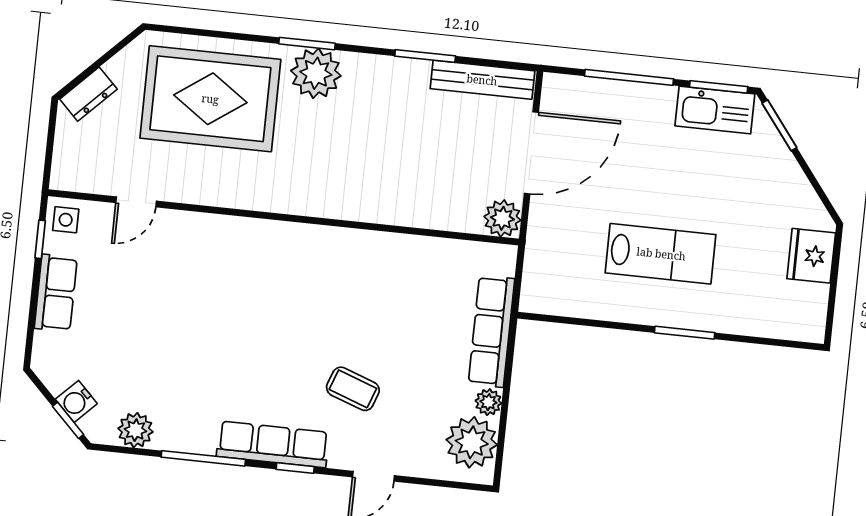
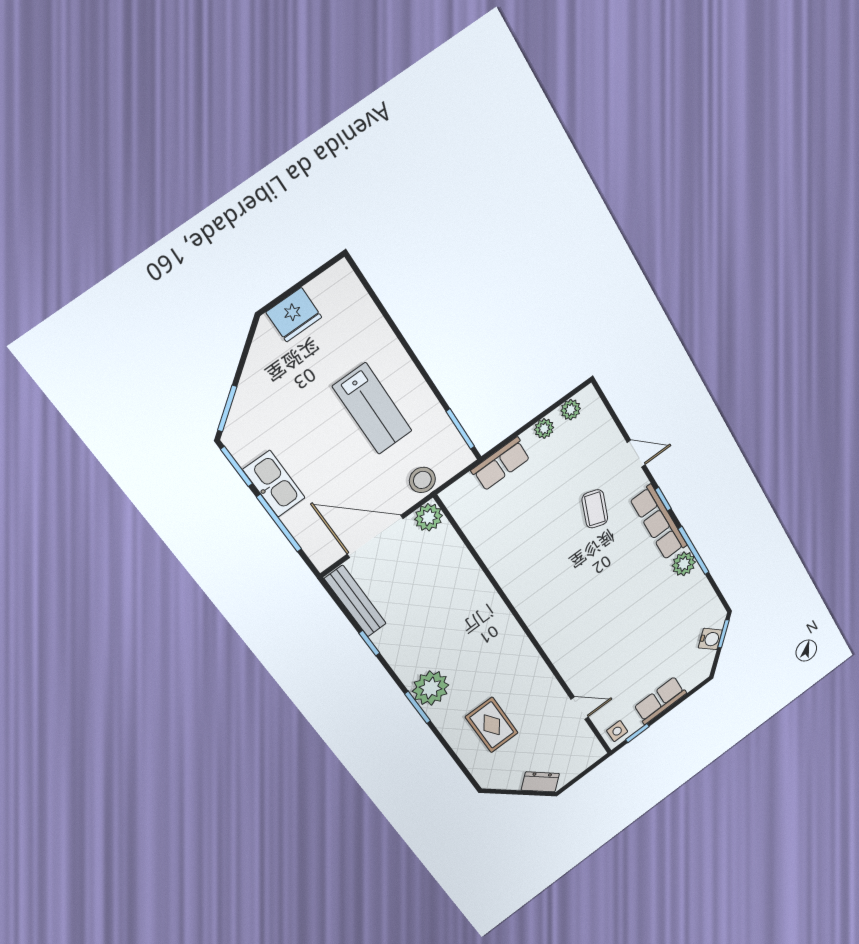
window: (425, 56) -> (369, 643), width x0.67
rug: (210, 99) -> (492, 725), width x0.54, depth x0.49
kitchen sink: (715, 110) -> (274, 484), moved
stool: (546, 243) -> (422, 480), added
lab bench: (661, 254) -> (372, 409), turned 180
row of seats: (491, 331) -> (501, 464), width x0.68
window: (685, 333) -> (460, 429), moved
plant: (135, 430) -> (684, 564), moved
plant: (472, 442) -> (571, 410), width x0.53, depth x0.53

